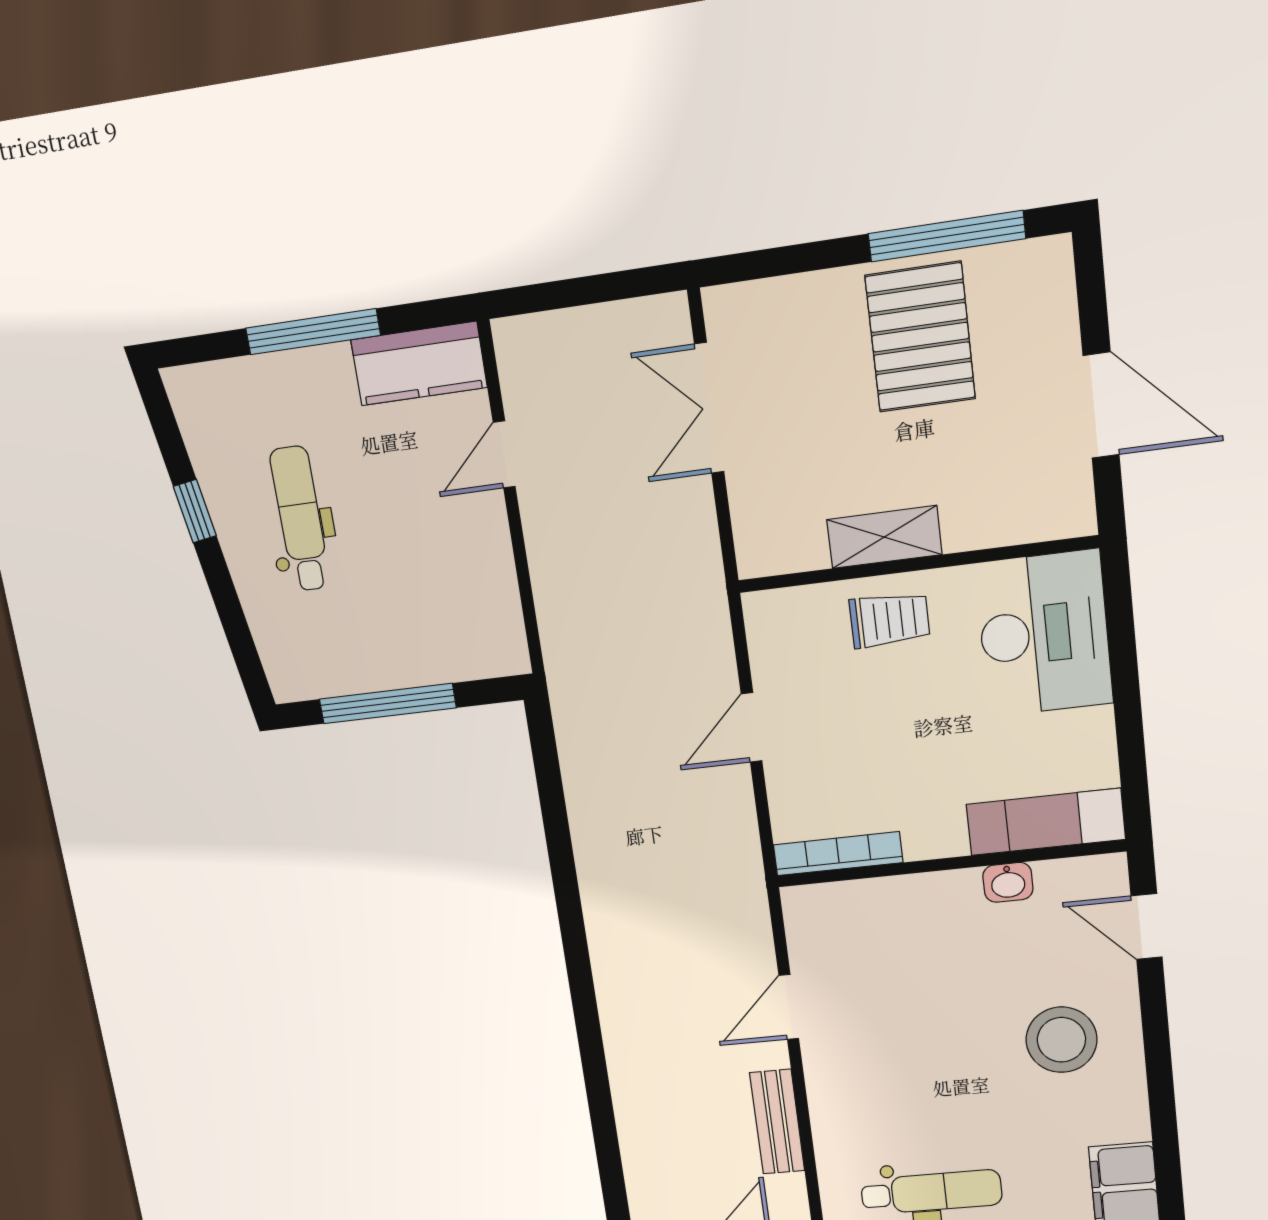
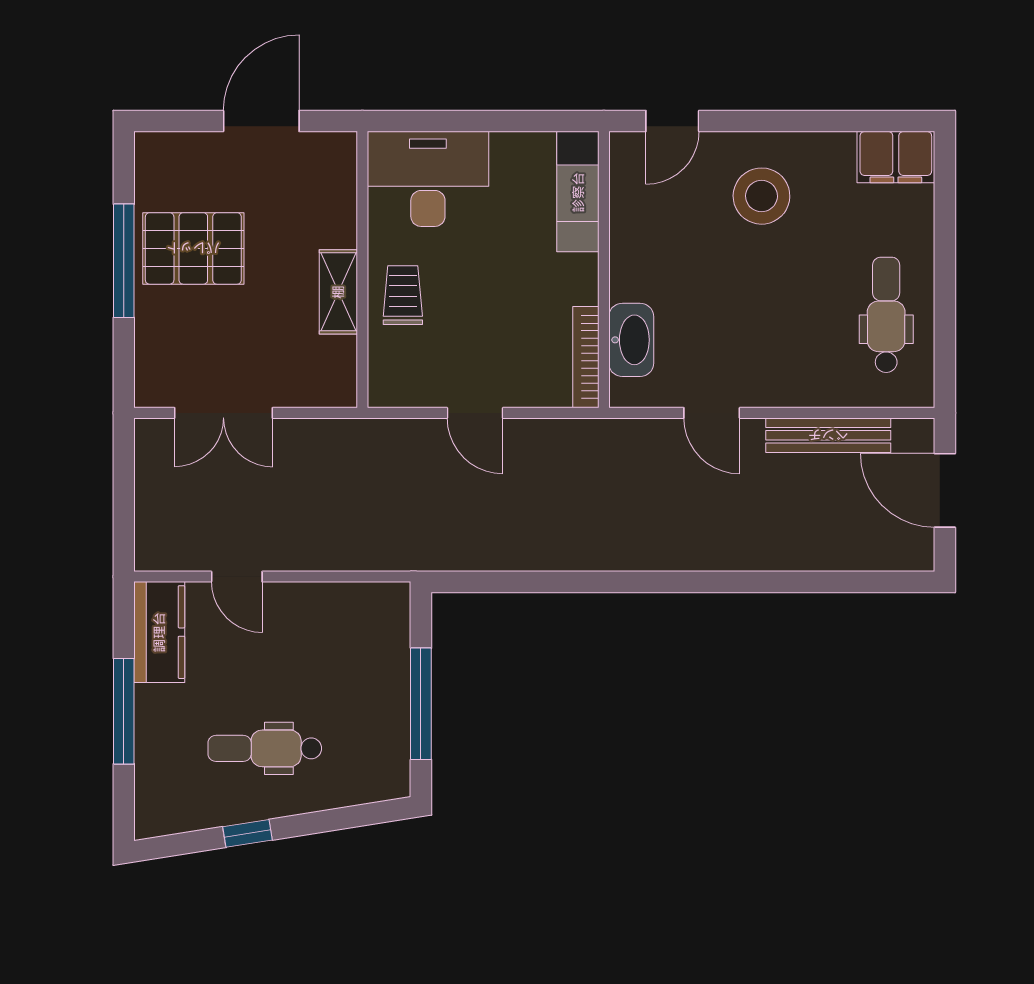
window: (947, 236) -> (124, 261), moved
washbasin: (1008, 882) -> (631, 340), moved, width x1.91, depth x1.45
bench: (777, 1122) -> (828, 435), width x1.36

